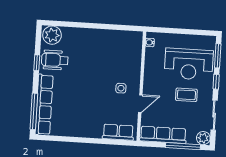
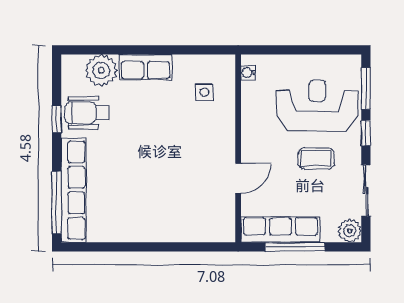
plant: (52, 35) -> (101, 70), moved
reception desk: (189, 64) -> (317, 106), turned 180
side table: (121, 88) -> (204, 92), moved
row of seats: (118, 132) -> (145, 67), moved, turned 180
window: (183, 146) -> (295, 247), moved

